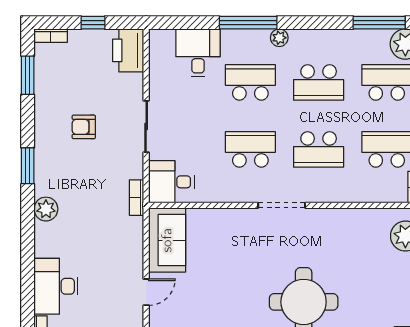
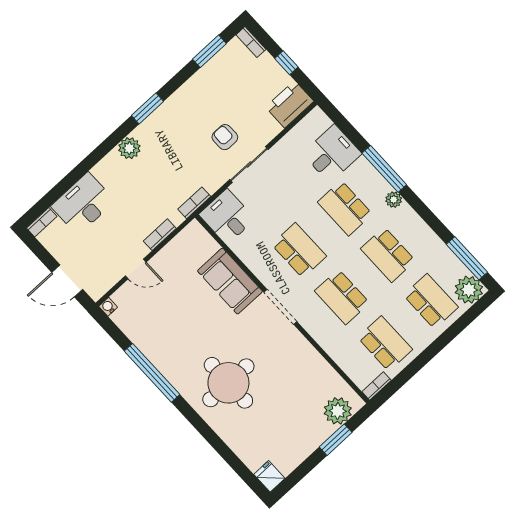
school desk: (250, 82) -> (345, 208), turned 180
armchair: (84, 127) -> (225, 137), moved
sofa: (167, 240) -> (230, 281), moved, turned 90
bookcase: (136, 248) -> (160, 235), added

